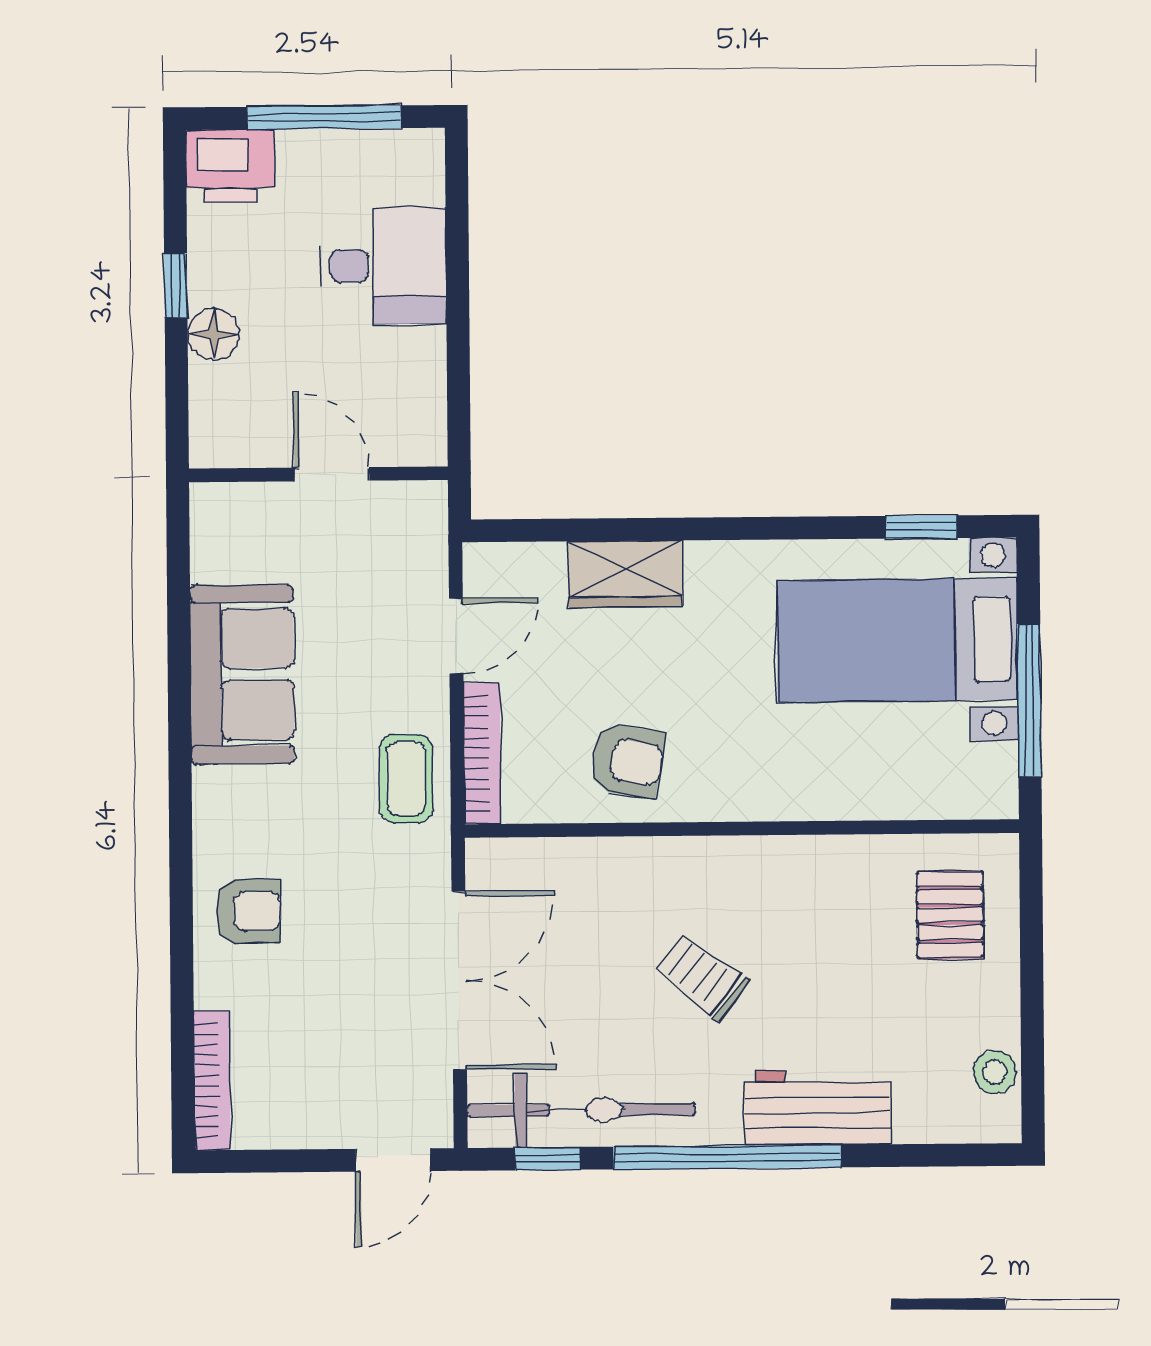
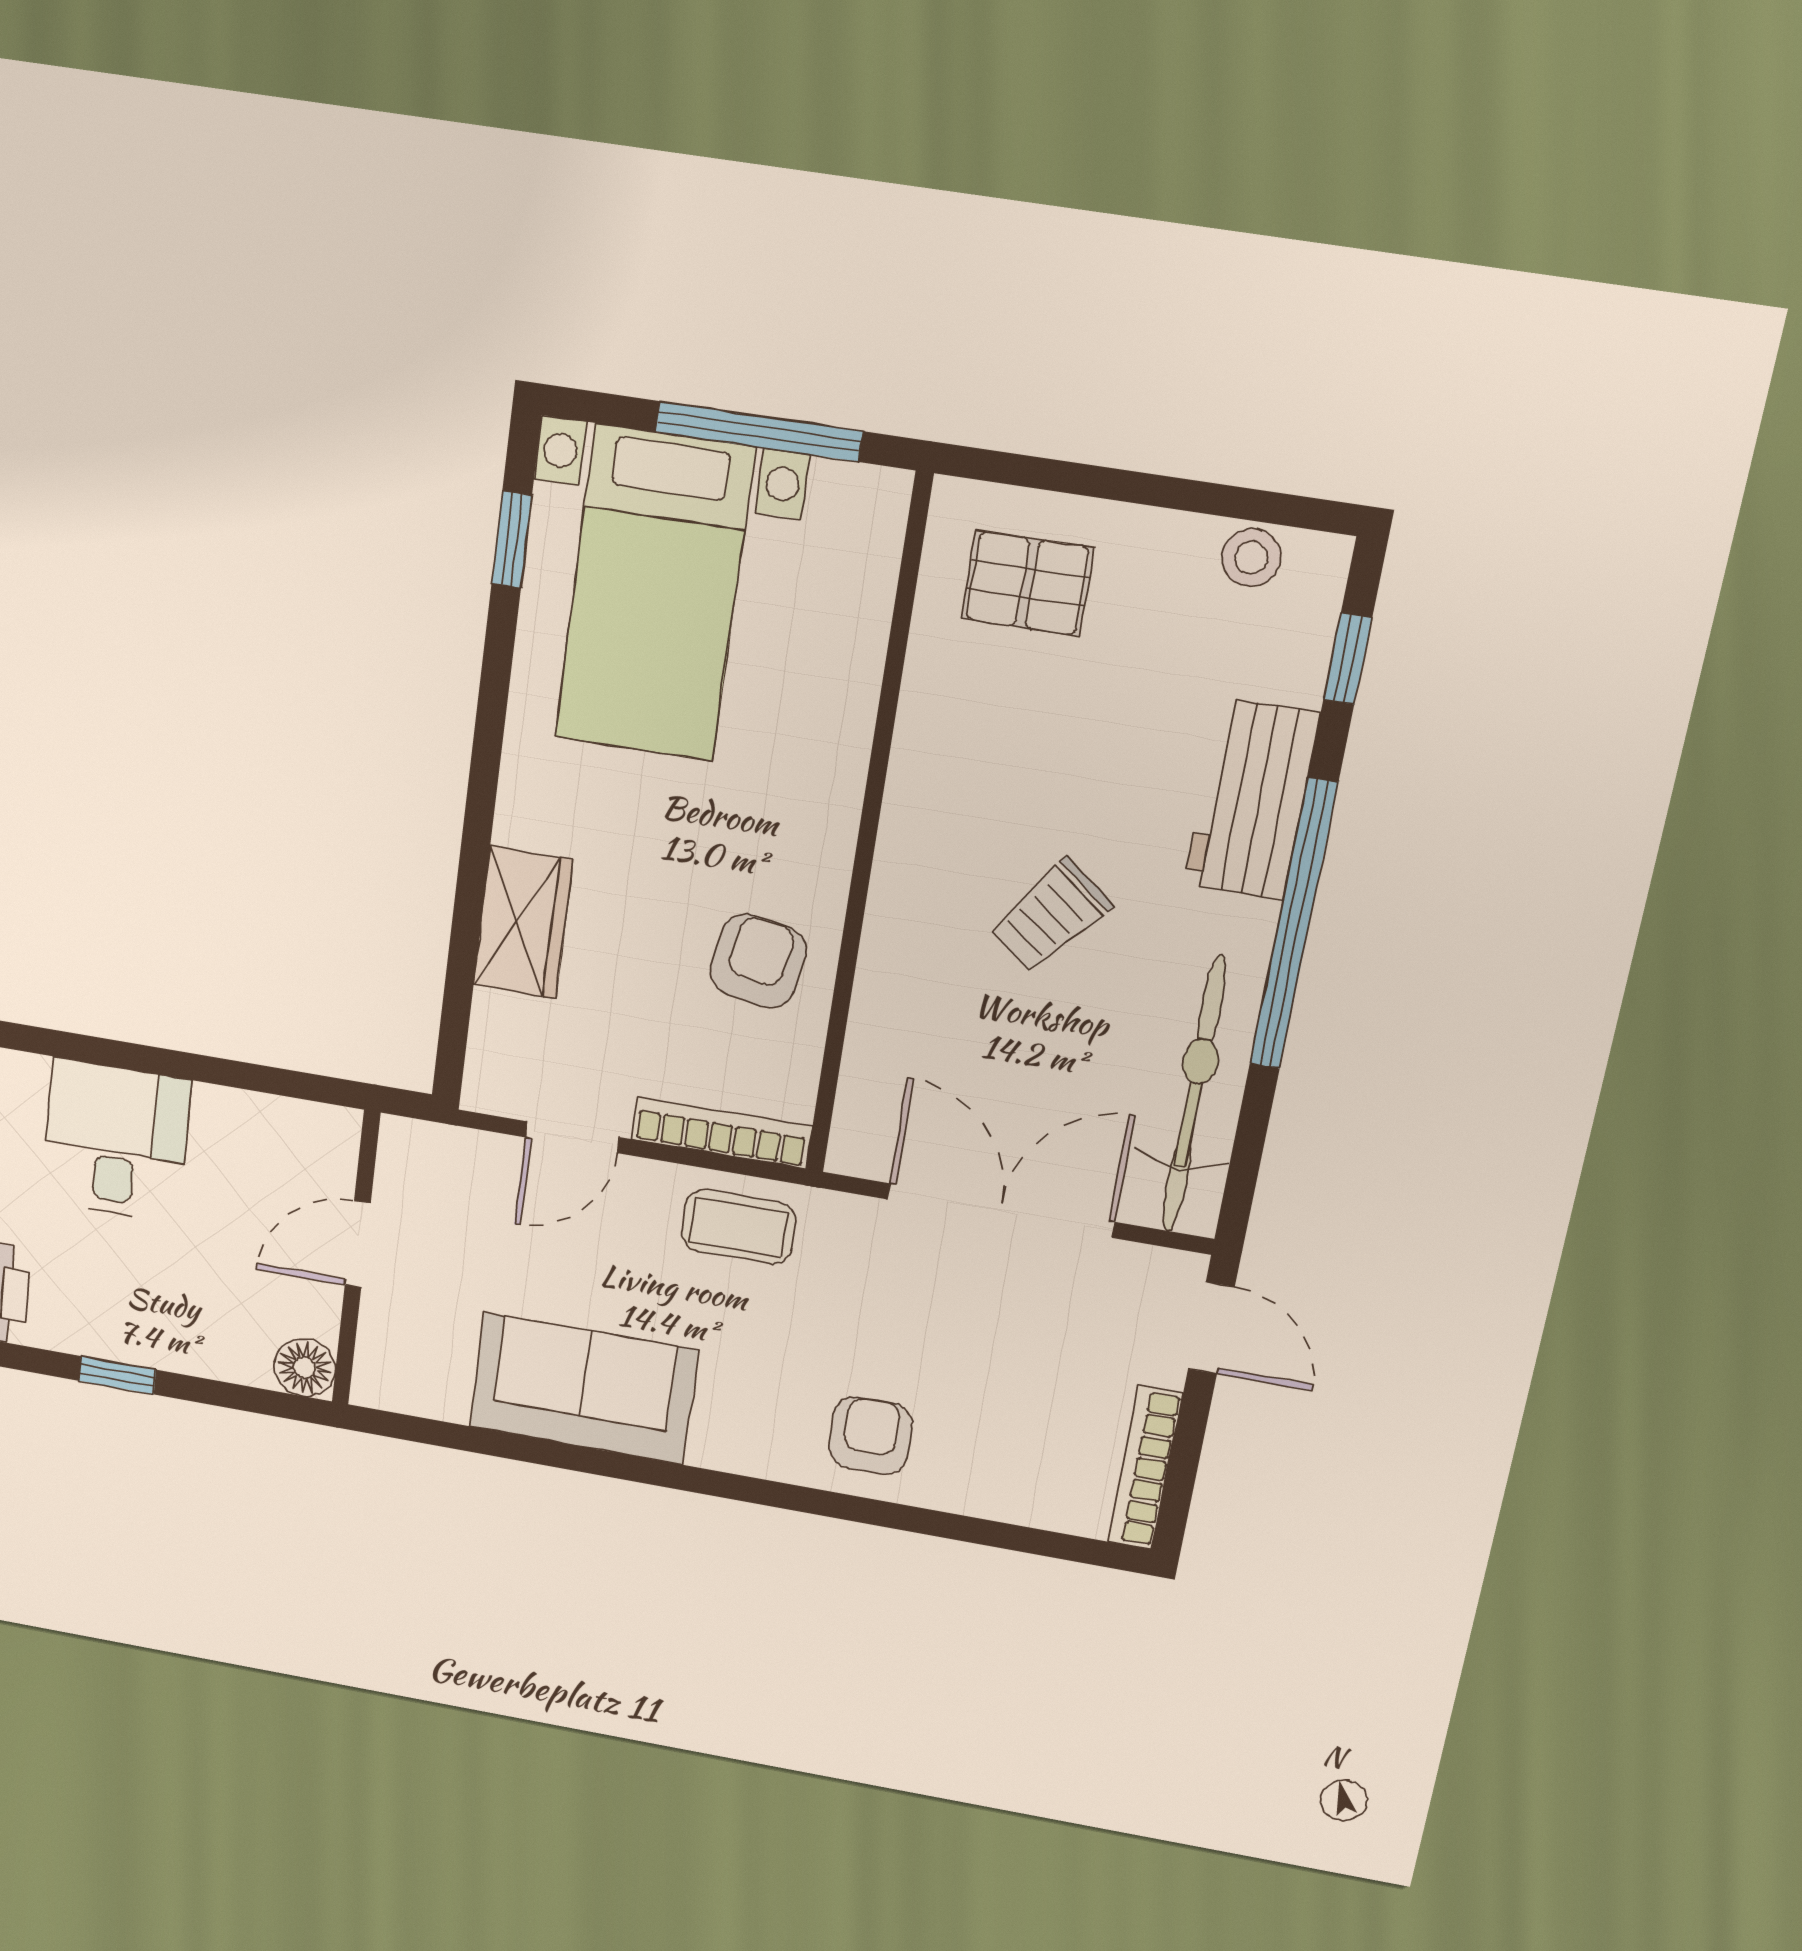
floor lamp: (214, 334) -> (305, 1368), moved
door: (456, 636) -> (572, 1137), swing flipped
bookcase: (212, 1080) -> (1145, 1468), moved, turned -90
window: (548, 1159) -> (1348, 659), moved

